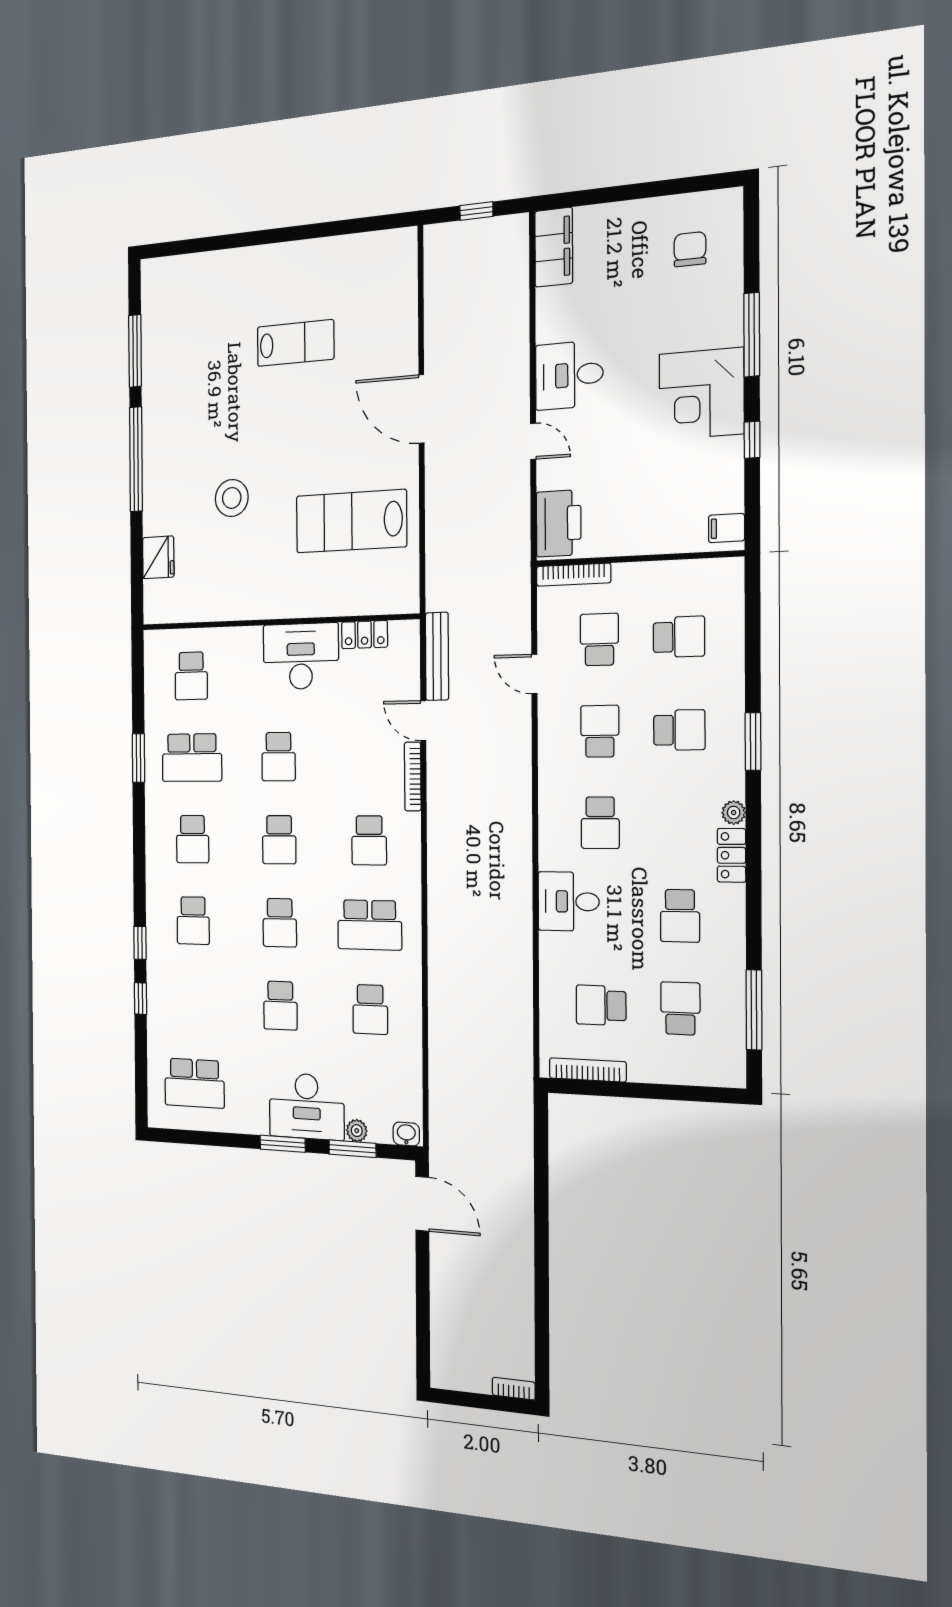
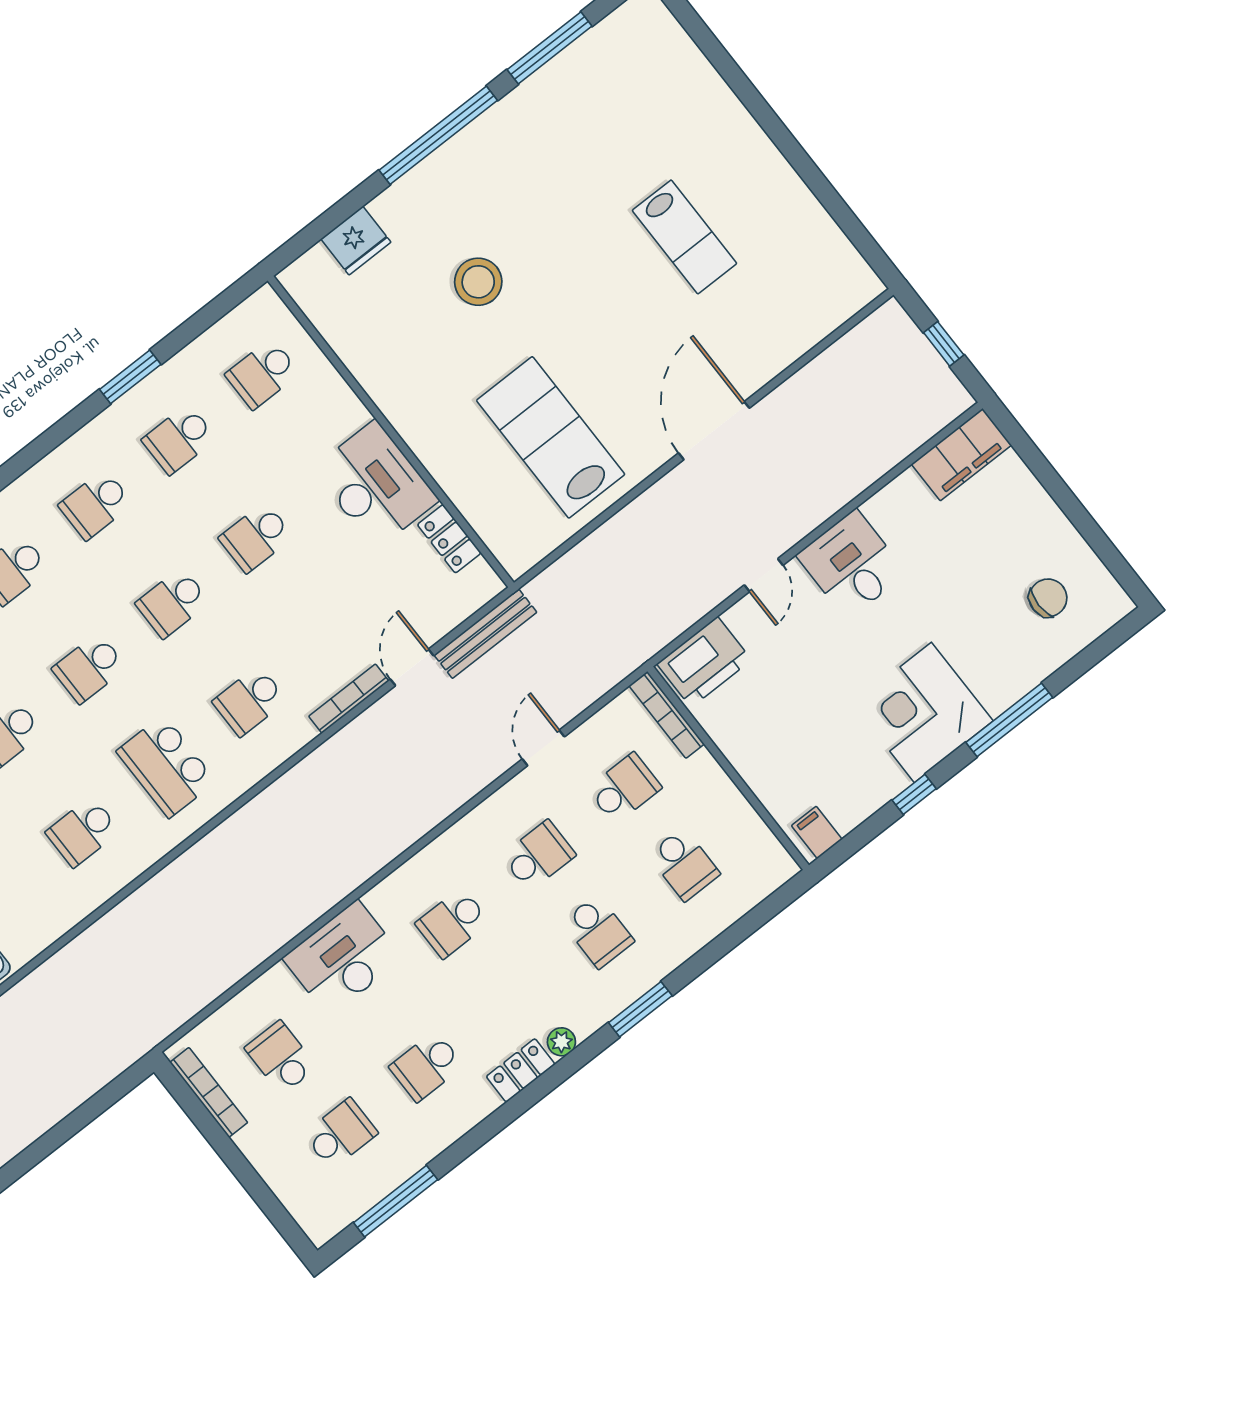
school desk: (192, 758) -> (179, 439), width x0.54
desk: (569, 901) -> (343, 958), width x1.37

